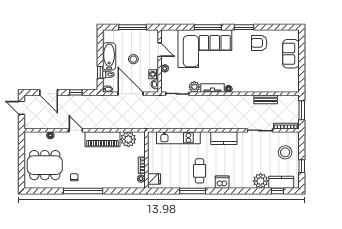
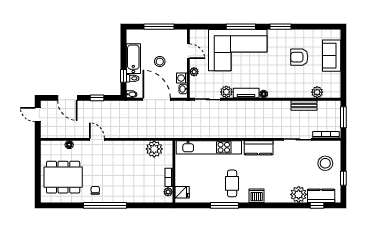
armchair: (259, 43) -> (299, 57), moved
plant: (278, 87) -> (317, 92), added
kitchen unit: (178, 138) -> (209, 147), width x1.36
piano: (102, 139) -> (126, 149), removed

